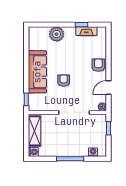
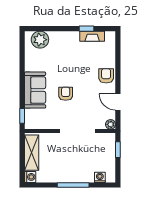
plant: (57, 34) -> (40, 40), moved
sofa: (37, 72) -> (35, 90), width x0.73
door: (108, 88) -> (118, 102), hinge flipped

